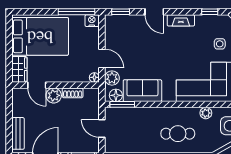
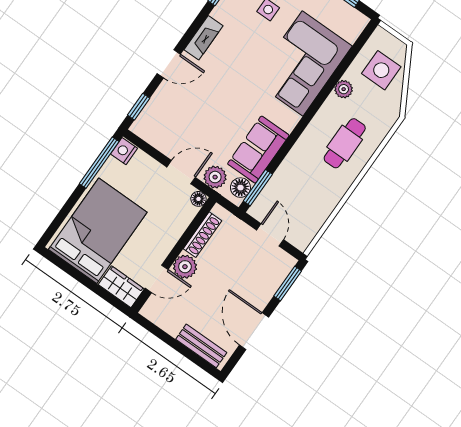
shoe rack: (73, 93) -> (202, 235), width x1.43
door: (102, 128) -> (270, 235), swing flipped

